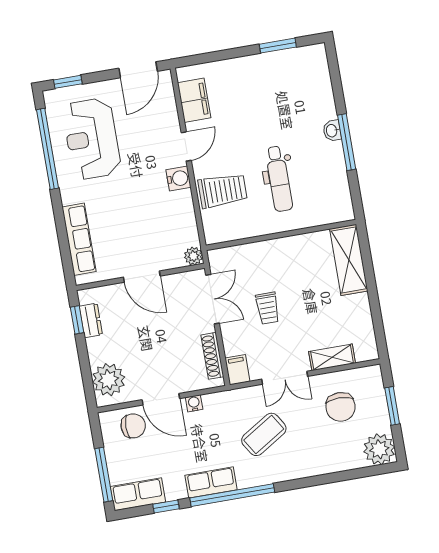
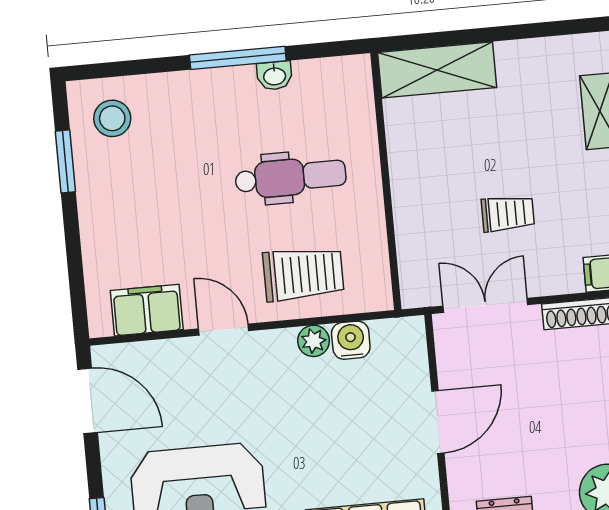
stool: (305, 71) -> (112, 118), added
washbasin: (332, 131) -> (274, 76), moved
water cooler: (178, 178) -> (351, 340), moved
trolley: (223, 191) -> (303, 274), turned 90
plant: (193, 256) -> (314, 341), moved

